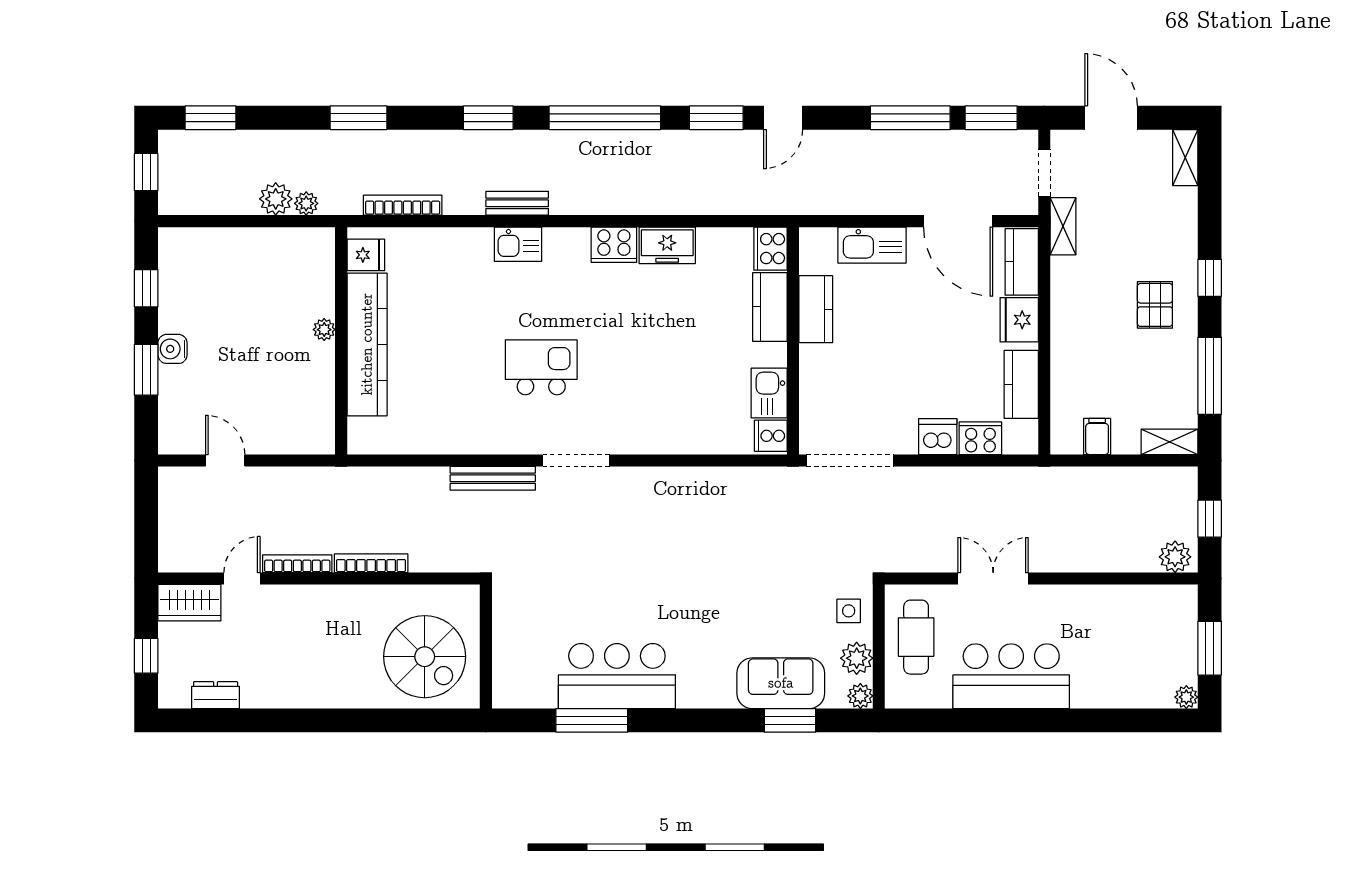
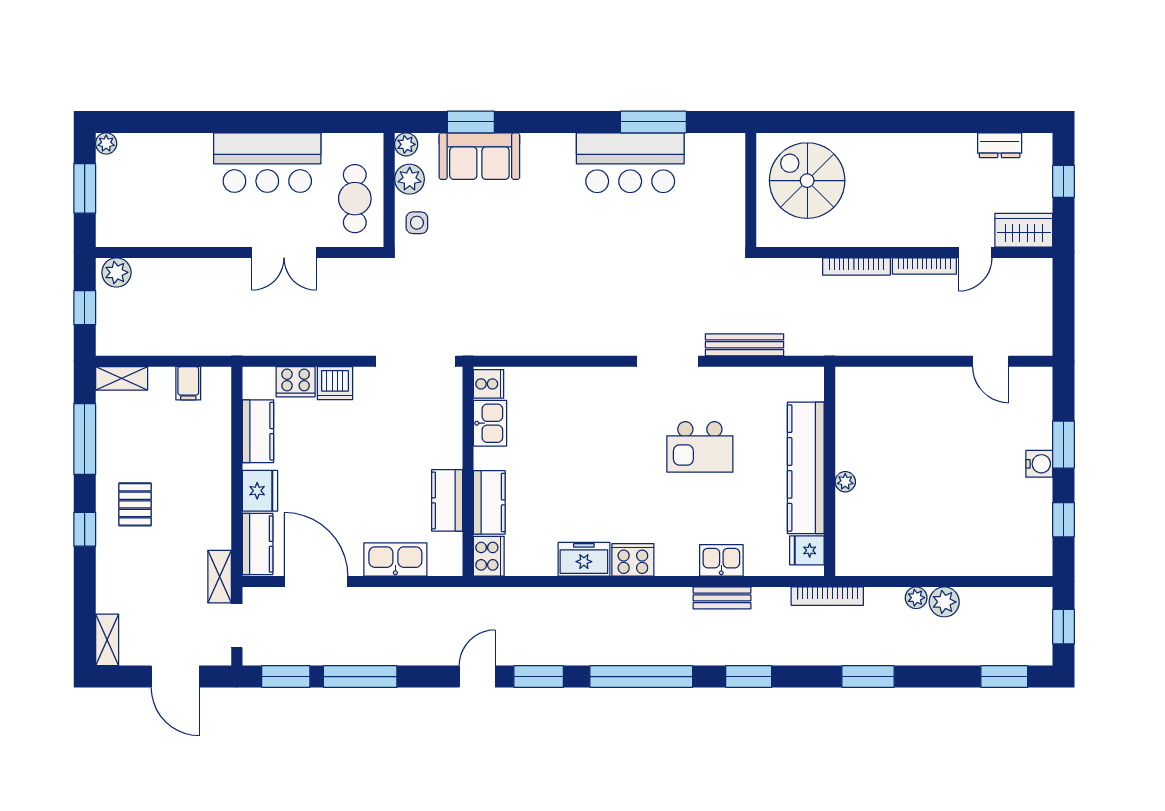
fridge: (366, 255) -> (807, 550), moved
plant: (324, 330) -> (845, 482), moved
wall: (341, 341) -> (830, 471), moved
kitchen counter: (367, 344) -> (806, 468), moved

